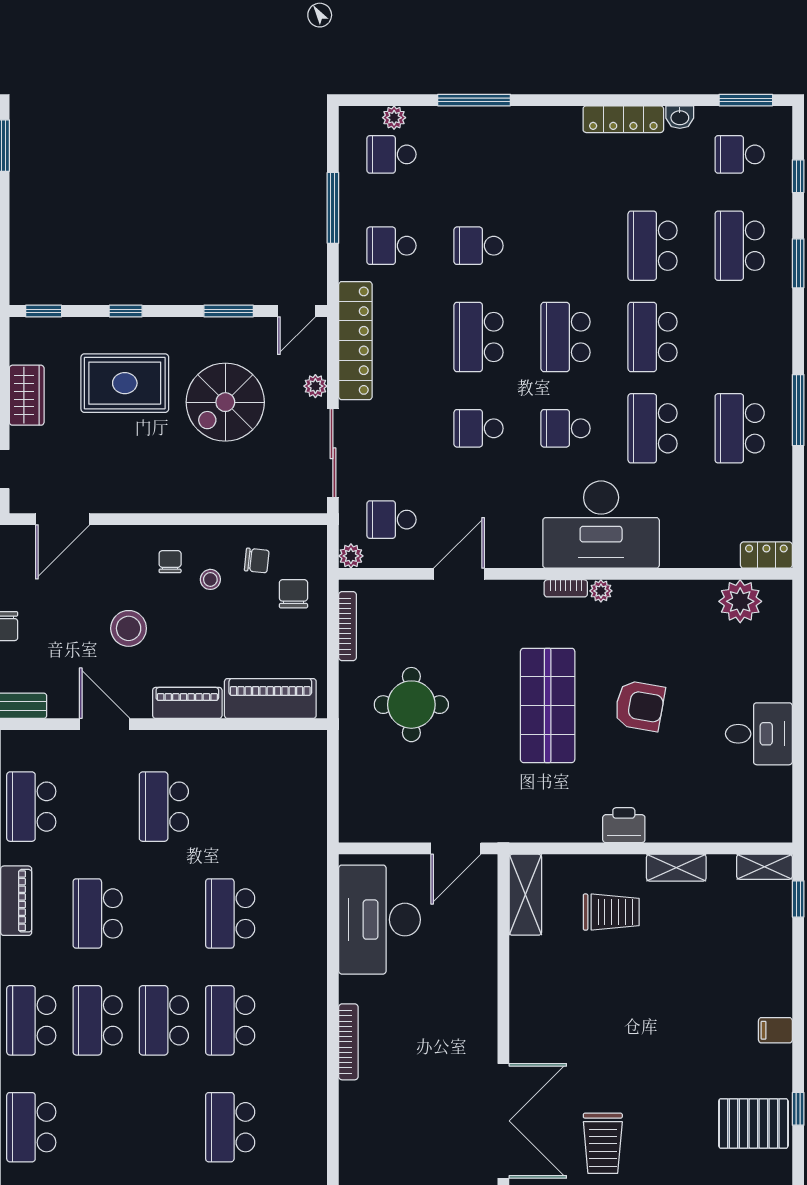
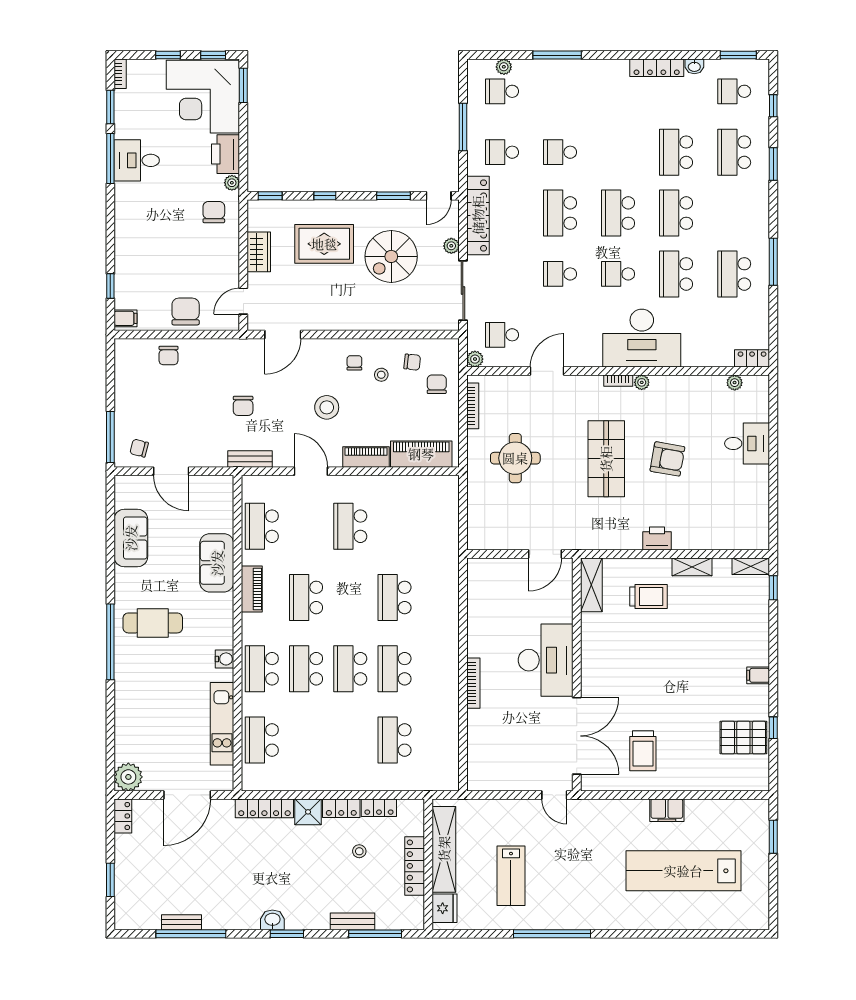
plant: (740, 601) -> (735, 383), width x0.53, depth x0.53
desk: (759, 734) -> (747, 443), moved
desk: (380, 920) -> (546, 660), moved, turned 180

